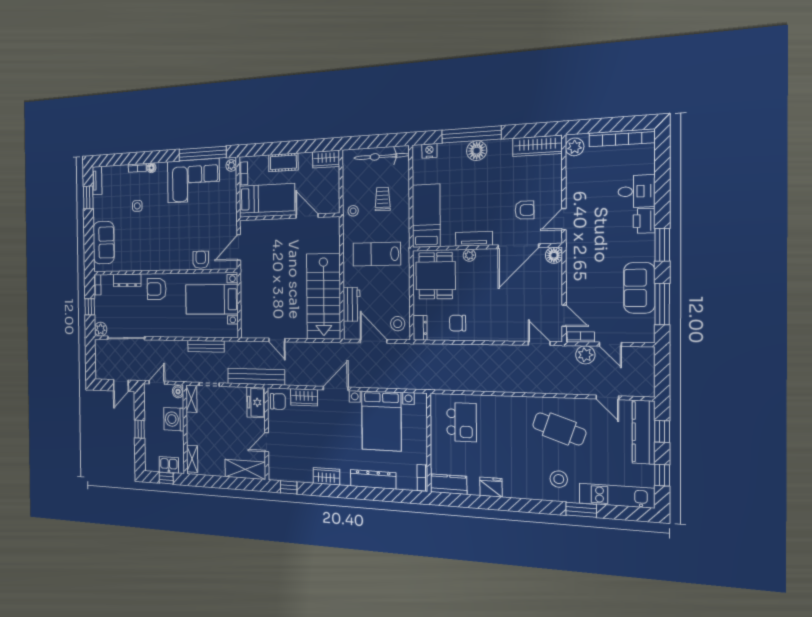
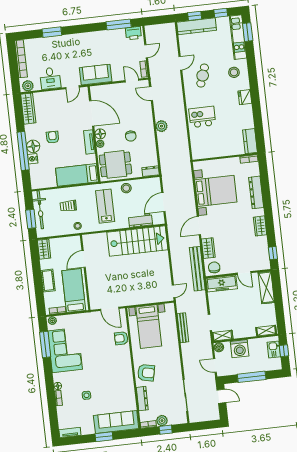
window: (370, 142) -> (31, 219), added
nightstand: (429, 151) -> (33, 159), moved
window: (203, 154) -> (45, 345), width x0.68
desk: (637, 191) -> (50, 78), moved, turned 180
window: (88, 197) -> (104, 437), moved
armchair: (525, 210) -> (53, 137), moved
door: (564, 219) -> (72, 87), hinge flipped
printer: (644, 221) -> (133, 33), moved
sofa: (104, 243) -> (116, 422), width x1.36
window: (662, 245) -> (52, 32), moved
lab bench: (377, 254) -> (105, 206), turned 180
floor lamp: (554, 255) -> (100, 134), moved
sofa: (639, 288) -> (96, 75), moved, turned 180
armchair: (157, 289) -> (146, 373), turned -78
door: (564, 316) -> (132, 80), hinge flipped
chair: (458, 323) -> (131, 136), moved
stool: (398, 324) -> (126, 188), moved
plant: (101, 329) -> (162, 421), moved
door: (277, 340) -> (174, 291), moved
door: (539, 343) -> (151, 94), hinge flipped
plant: (585, 355) -> (161, 126), moved
bench: (256, 377) -> (197, 269), moved
door: (336, 388) -> (199, 226), hinge flipped
door: (607, 397) -> (180, 63), moved
freezer: (256, 402) -> (222, 284), width x1.40
kitchen island: (462, 422) -> (202, 117), moved
window: (140, 429) -> (252, 377), width x2.17
cafe table: (559, 429) -> (203, 76), width x0.73, depth x0.74
fridge: (491, 487) -> (245, 97), moved
window: (581, 510) -> (248, 32), moved

